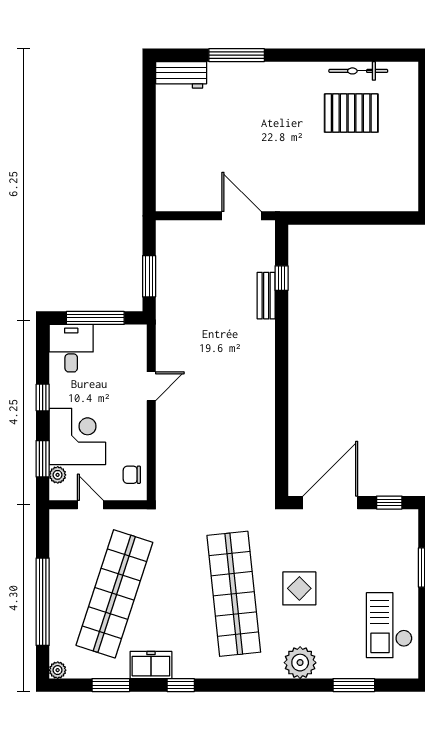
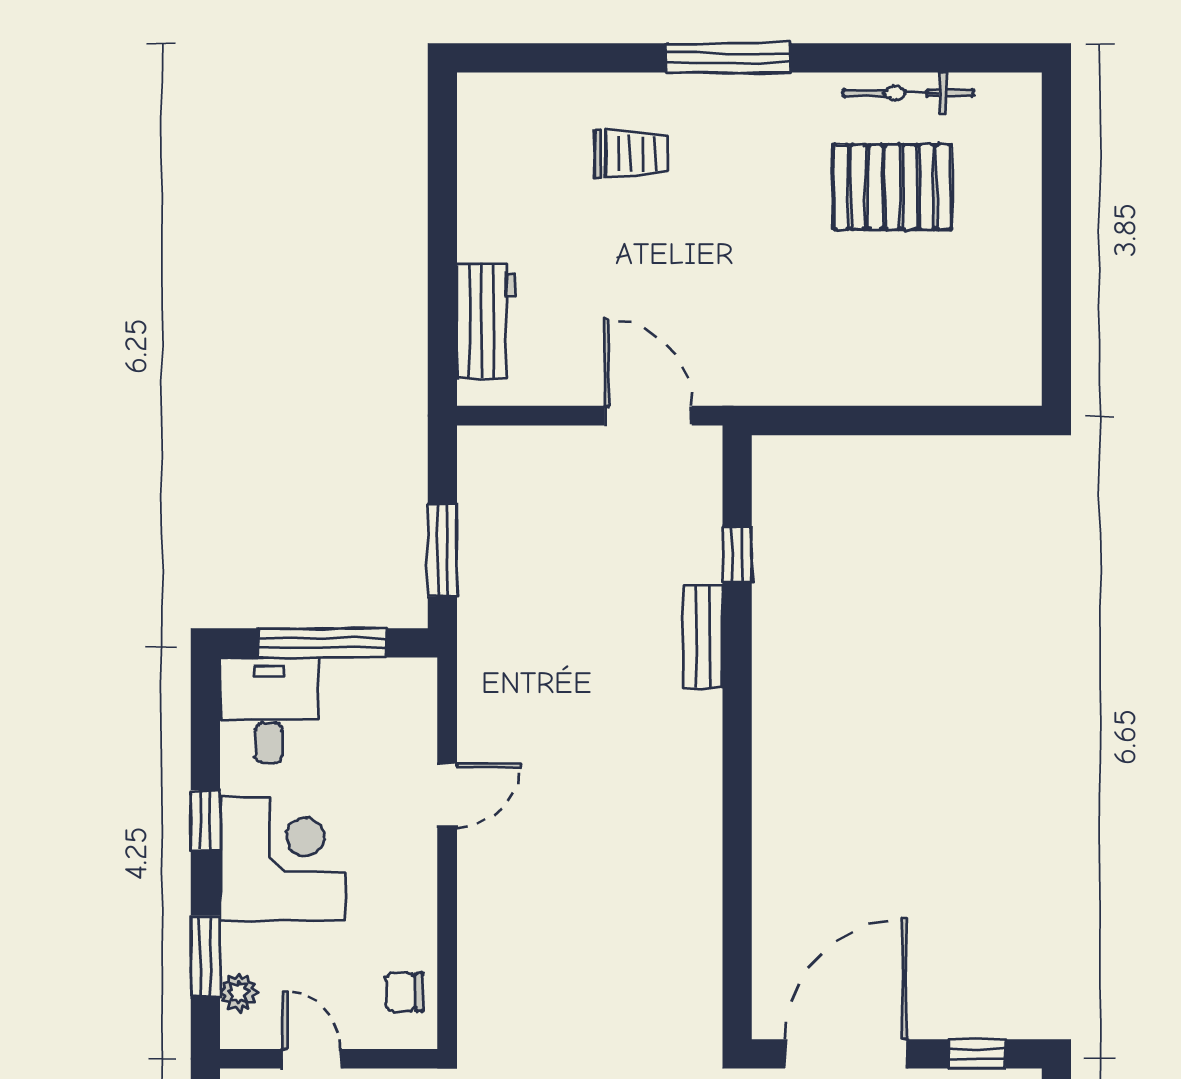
window: (237, 55) -> (728, 58), moved
workbench: (181, 75) -> (486, 322), moved, turned -90
trolley: (234, 98) -> (631, 154), added
bench: (266, 296) -> (703, 636), moved
corner desk: (77, 437) -> (283, 859), moved

